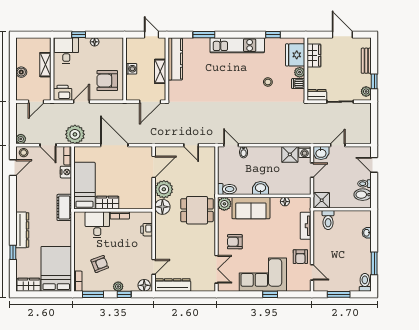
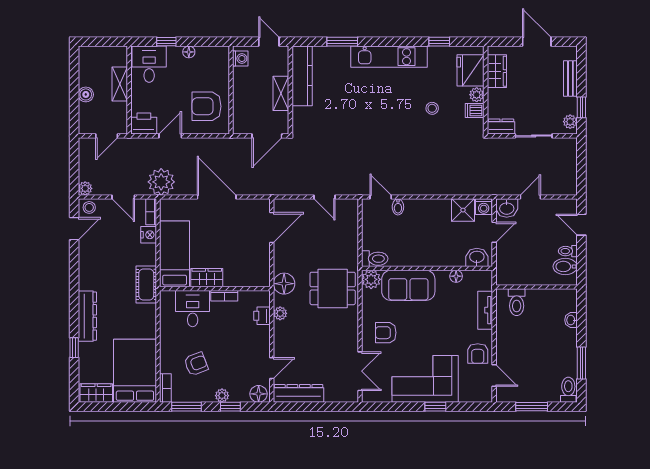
washing machine: (131, 69) -> (240, 58), moved
washbasin: (260, 188) -> (477, 257), moved
plant: (164, 189) -> (280, 313), moved, width x0.53, depth x0.53
shower: (322, 200) -> (508, 274), removed

